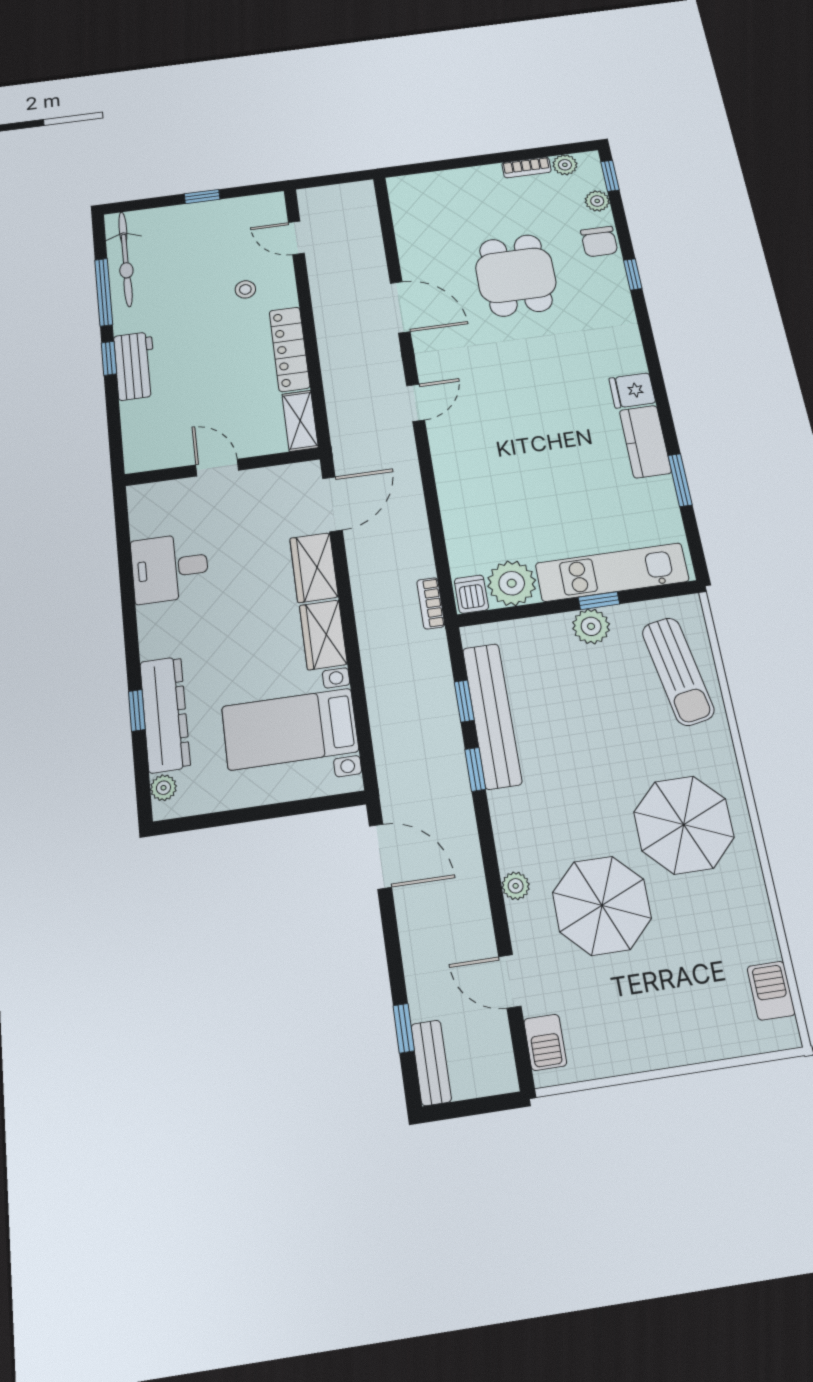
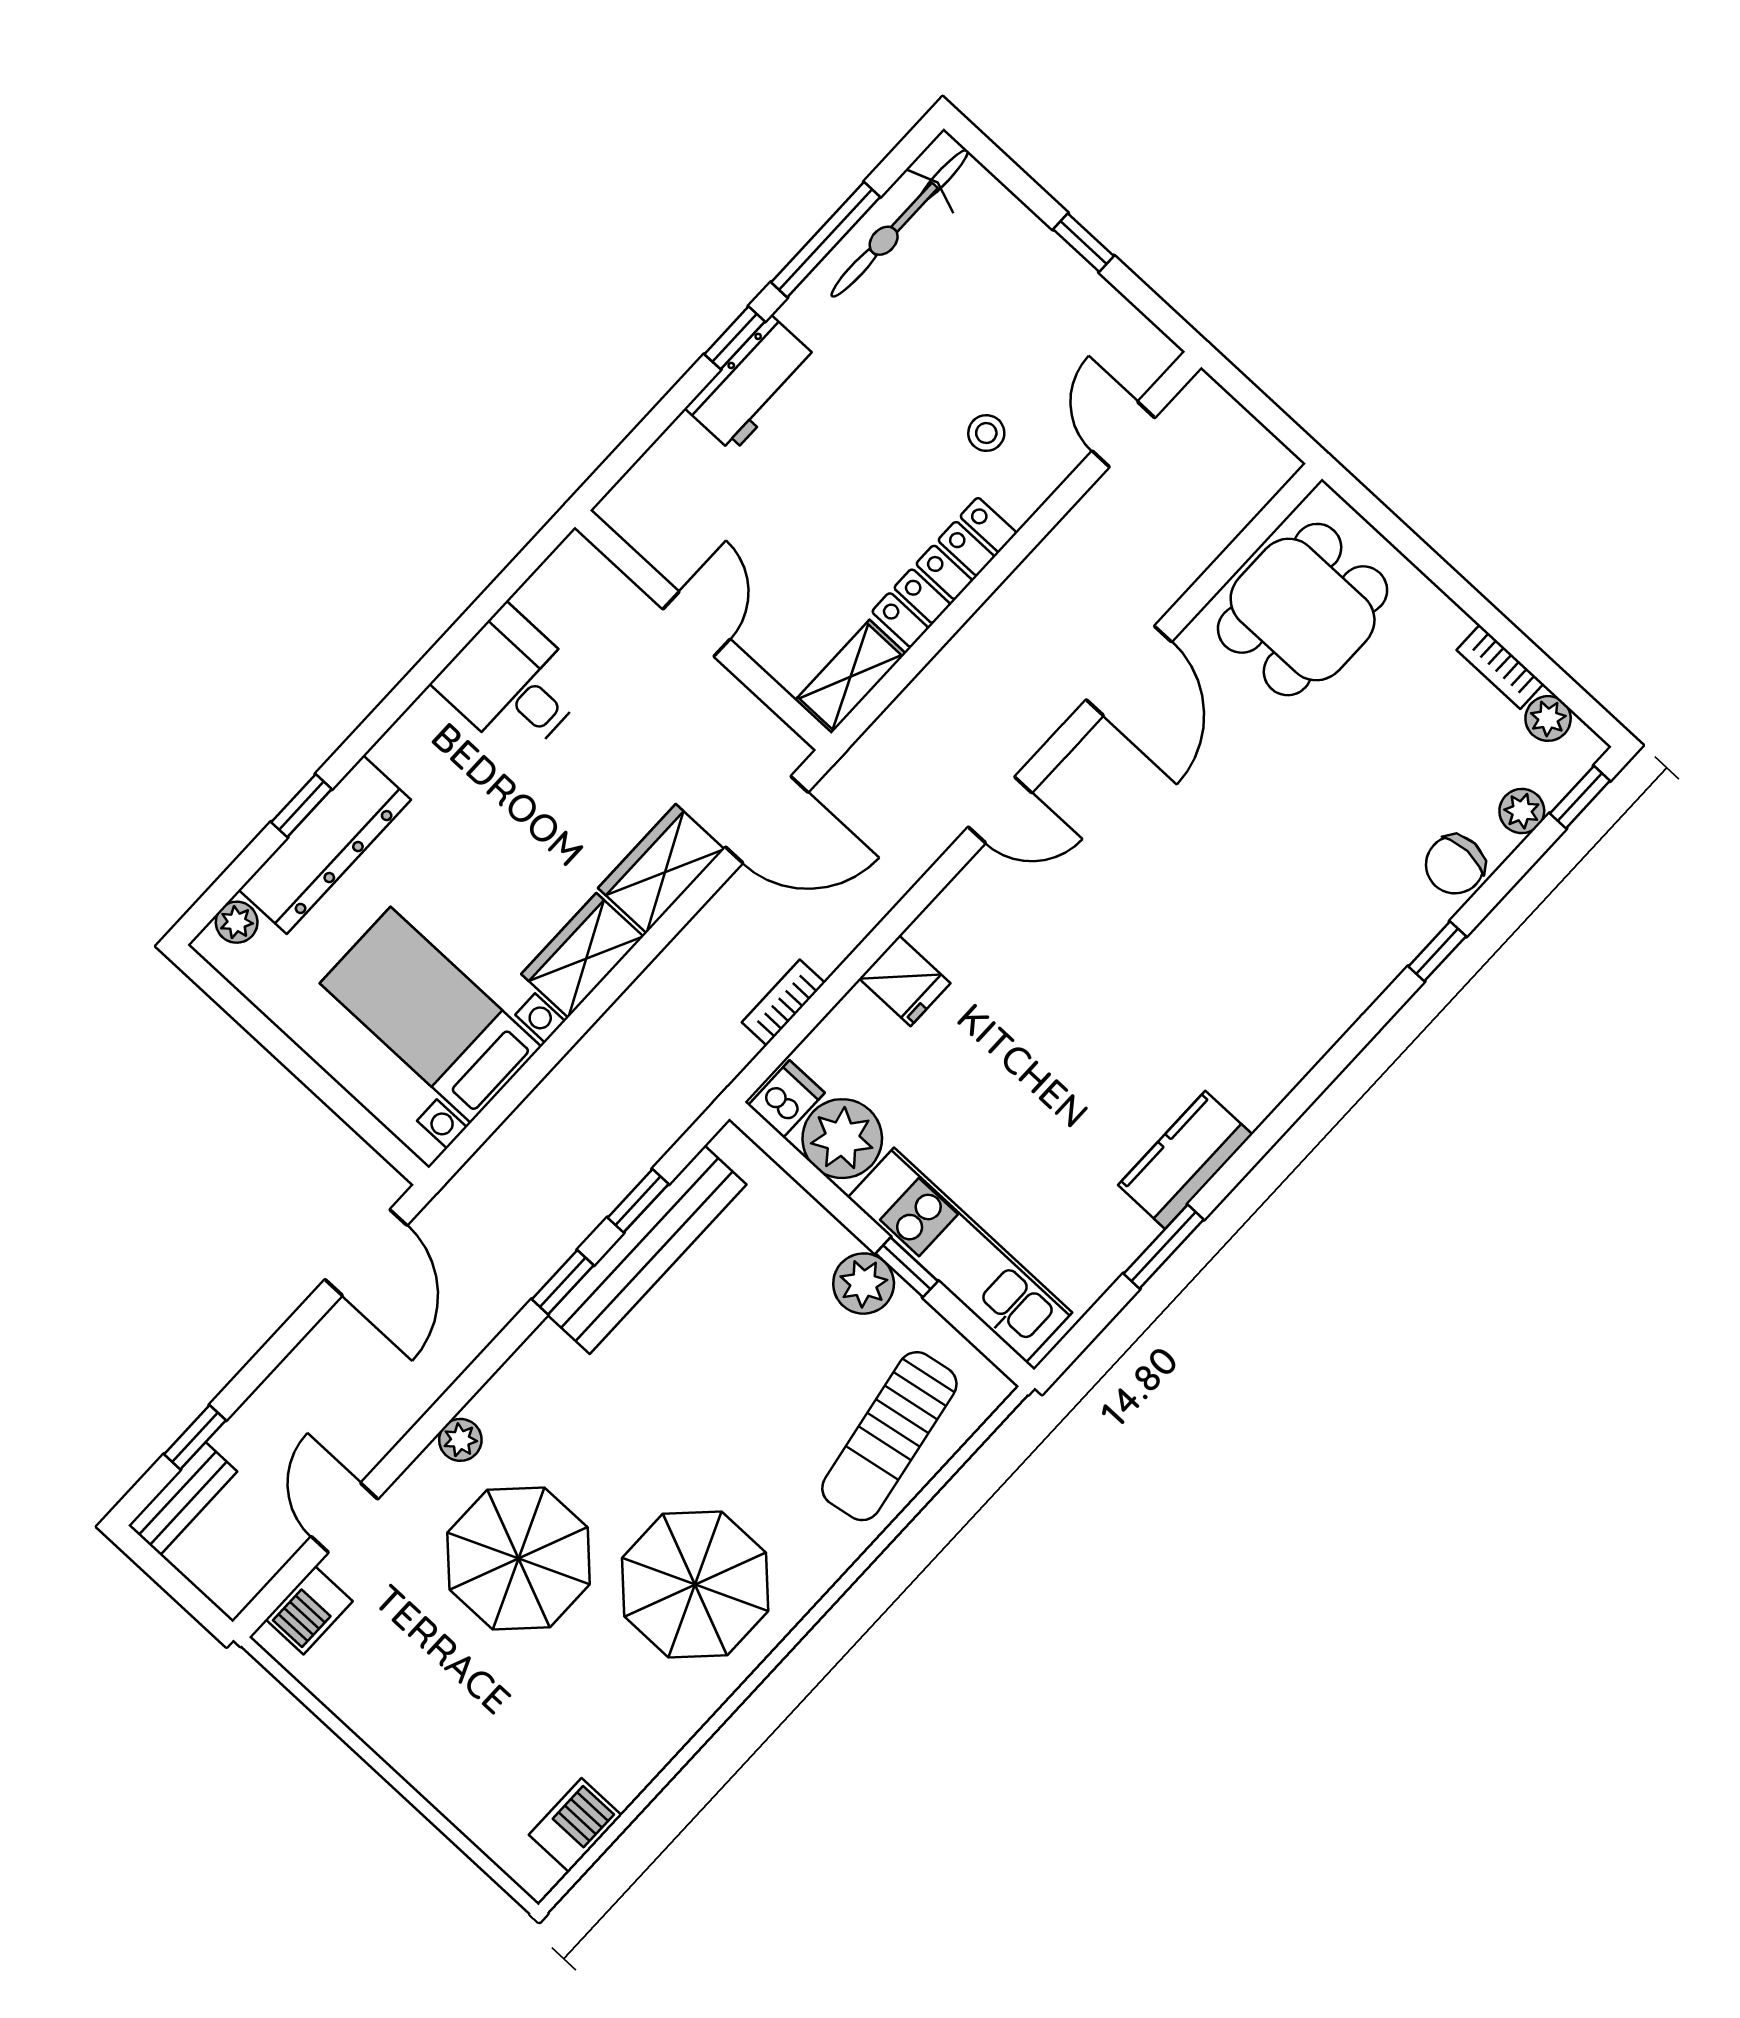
dining table: (516, 275) -> (1303, 610), moved
fridge: (632, 390) -> (905, 981), moved, turned 180
bookcase: (431, 603) -> (783, 1003), moved

